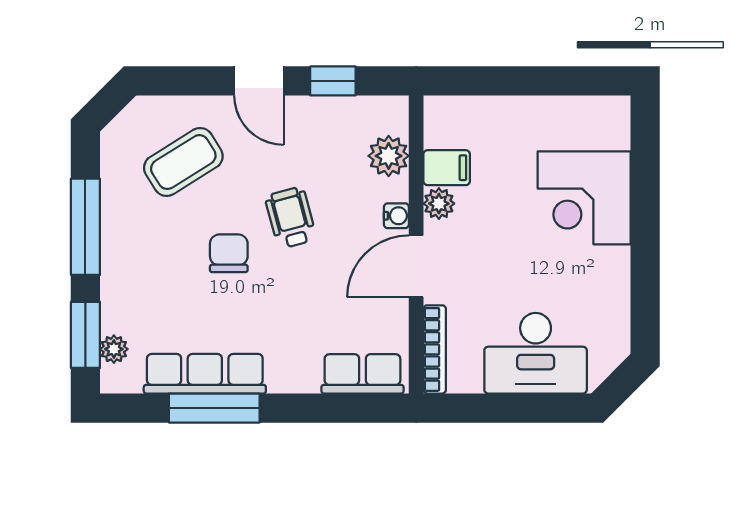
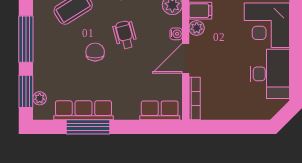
desk: (536, 353) -> (270, 74), moved, turned -90

